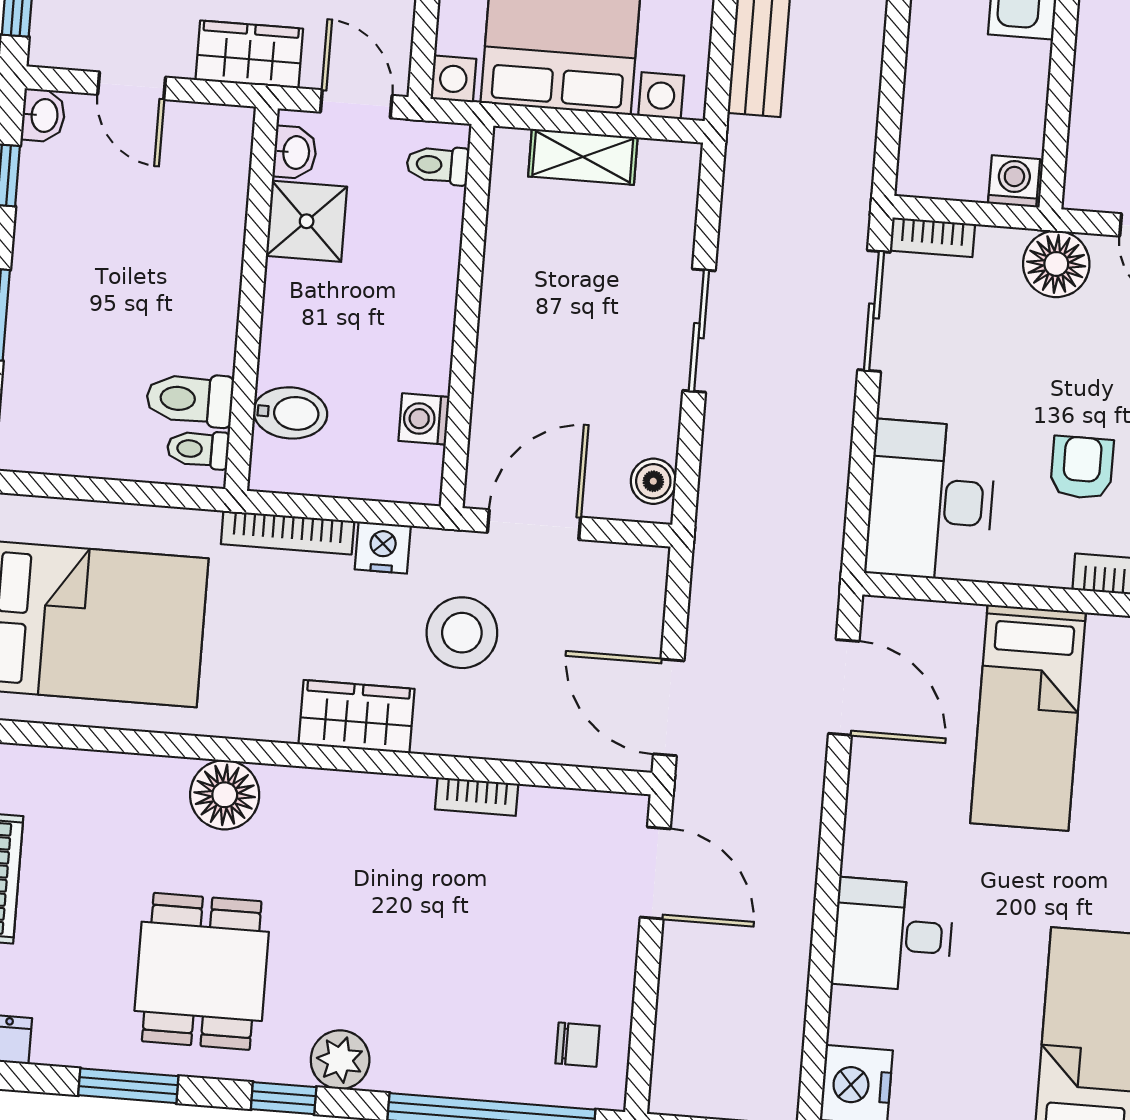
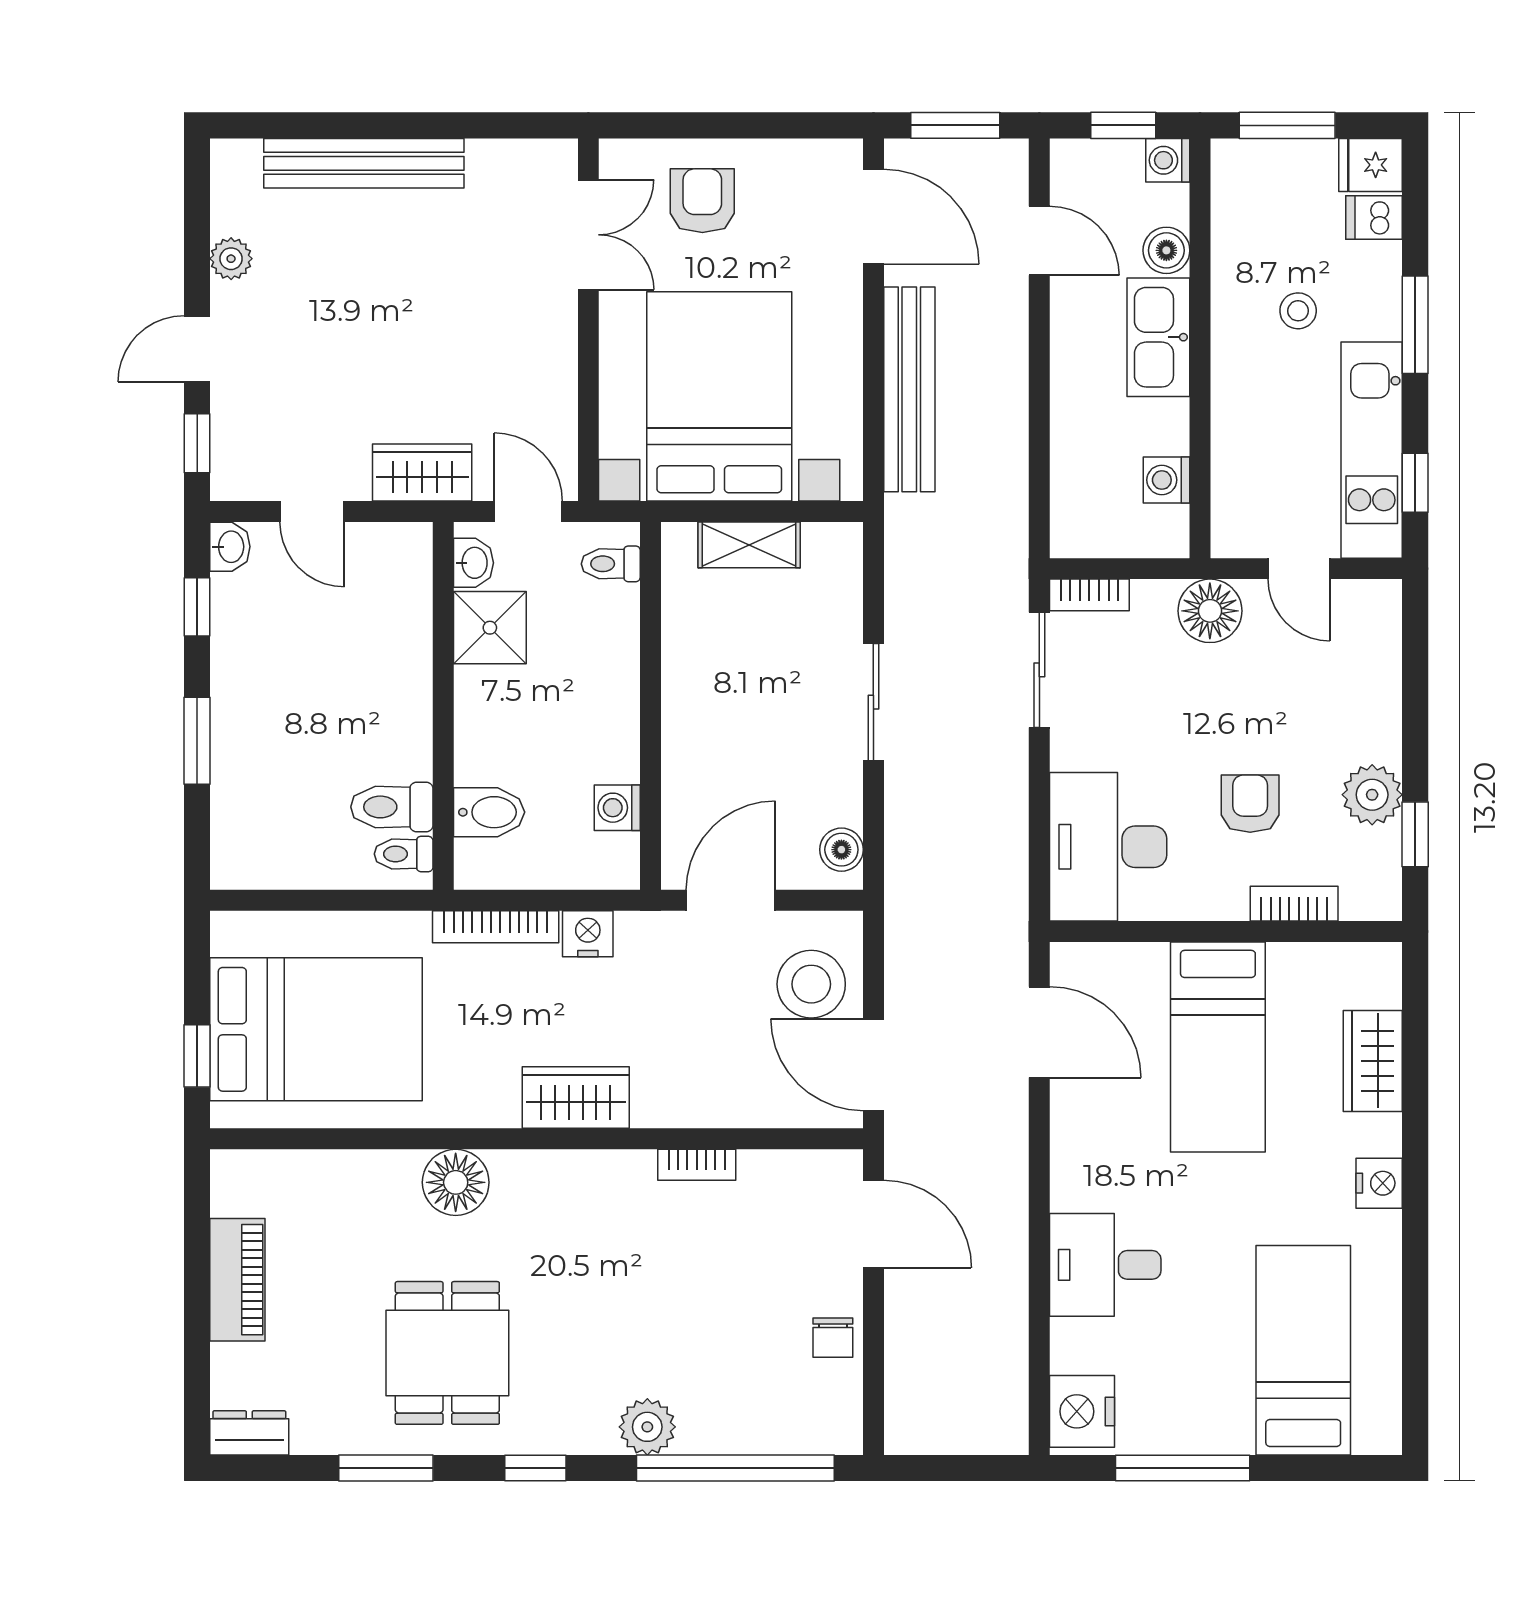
washing machine: (1014, 181) -> (1166, 480), moved, turned -90
stool: (462, 633) -> (811, 984), moved
chair: (577, 1045) -> (833, 1338), moved, turned 90
plant: (340, 1060) -> (647, 1427), moved

